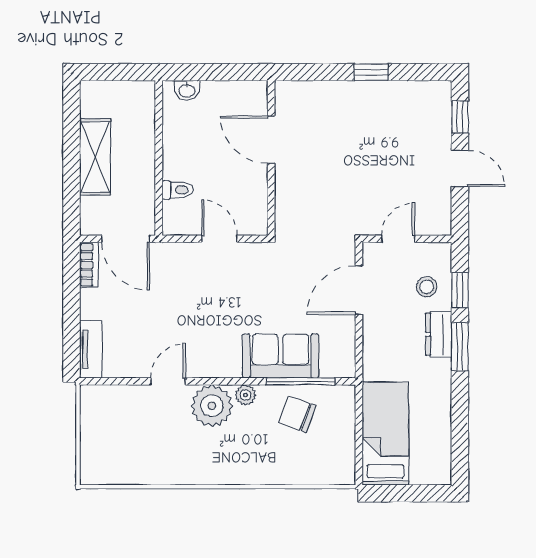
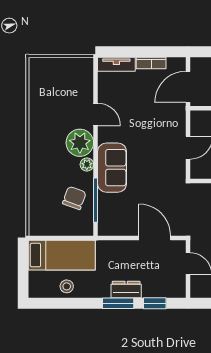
bookcase: (89, 265) -> (151, 63), moved
stool: (427, 287) -> (67, 286), moved
sofa: (280, 356) -> (112, 168), moved

